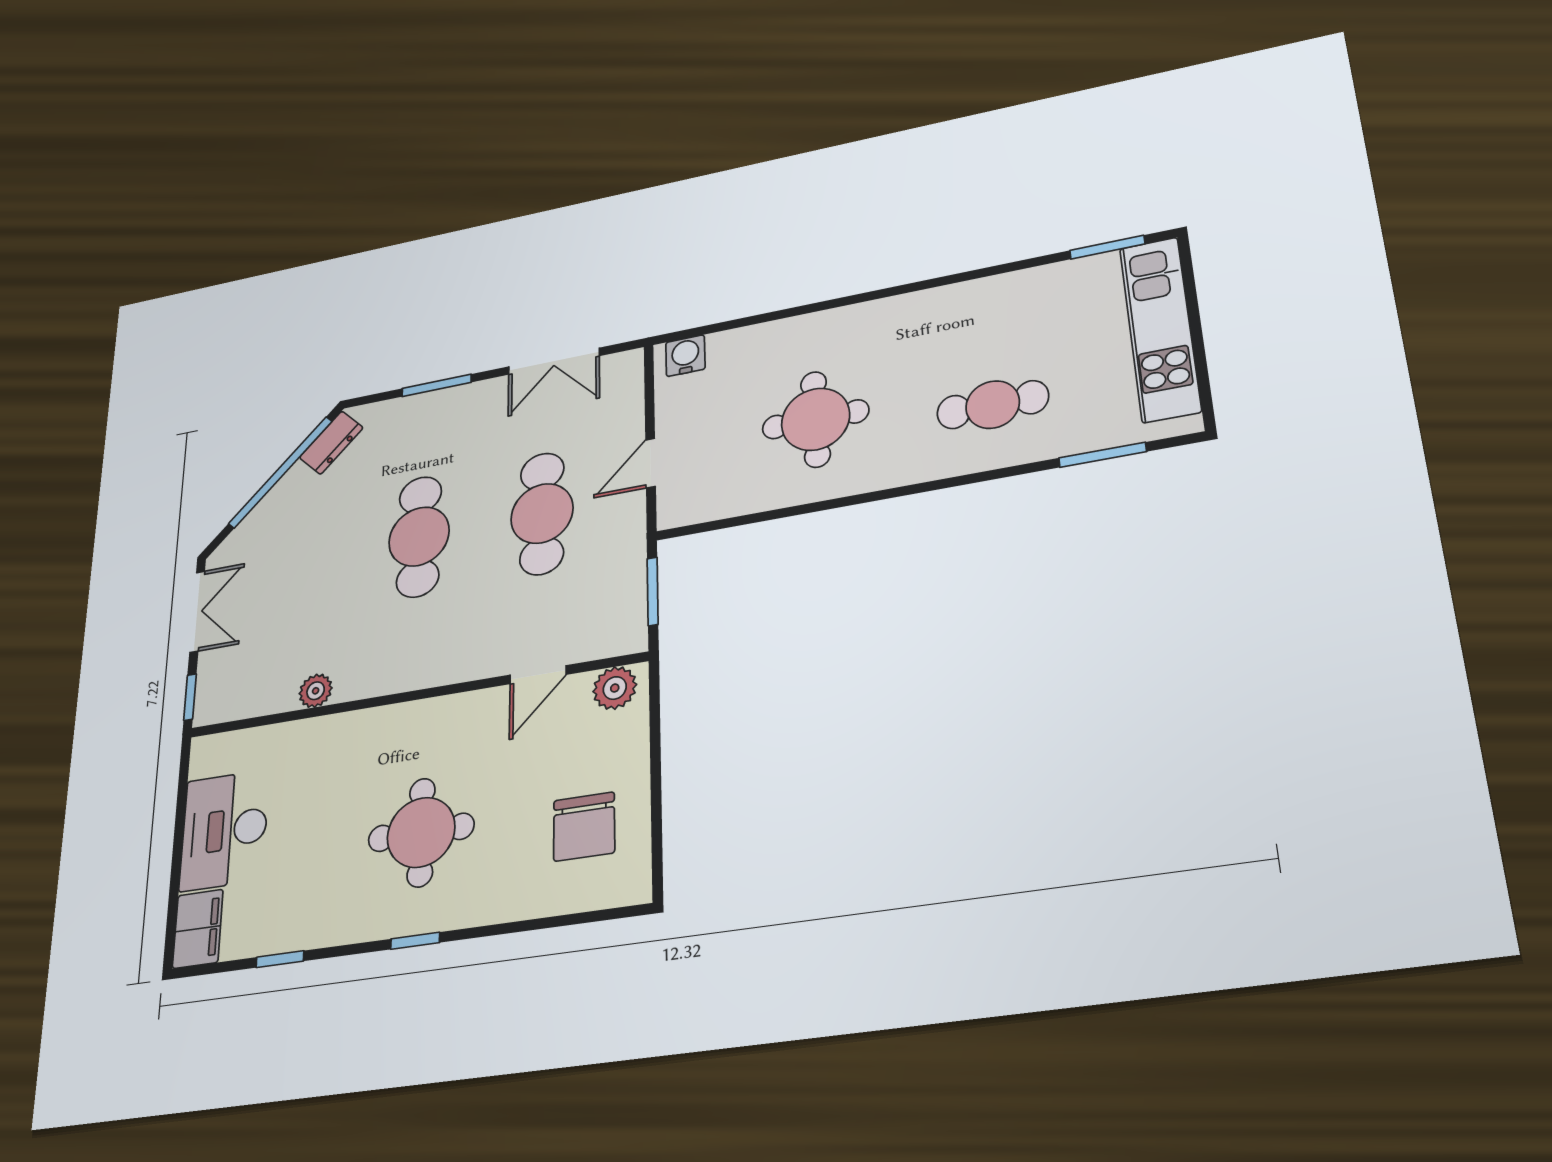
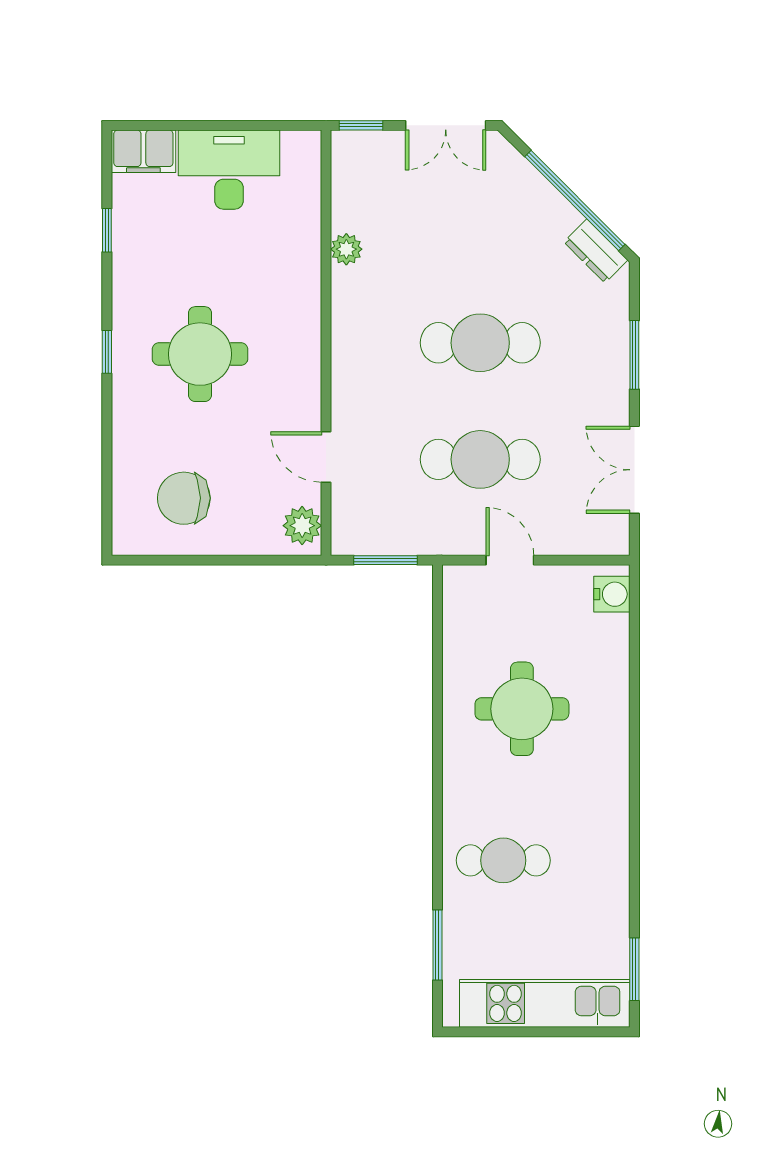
cafe table: (993, 405) -> (503, 860), turned 90

